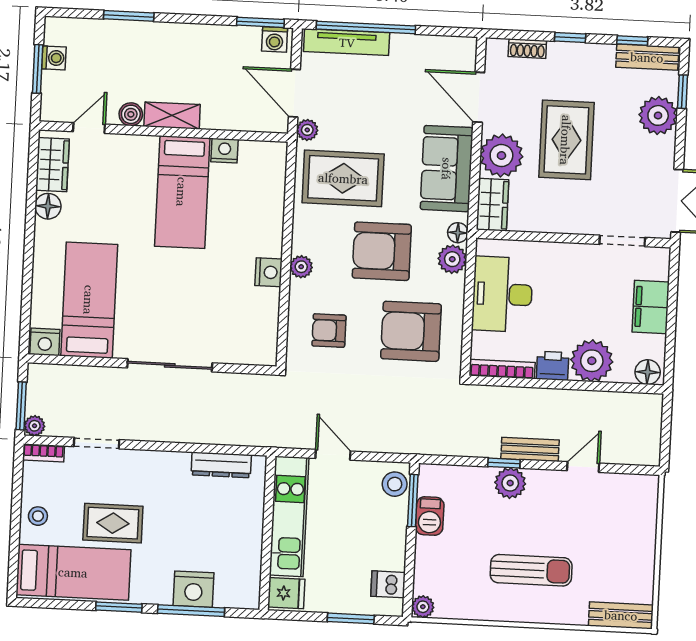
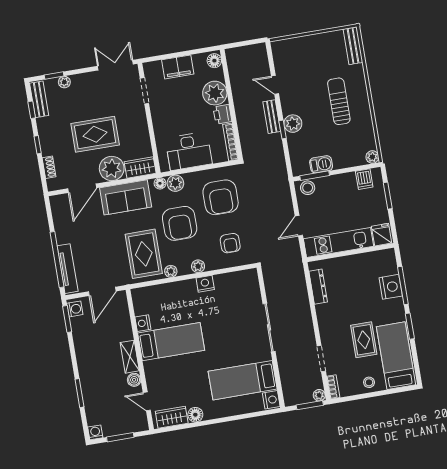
washing machine: (54, 58) -> (95, 432), moved
plant: (658, 115) -> (64, 82), width x0.53, depth x0.53
plant: (307, 130) -> (171, 271), moved

